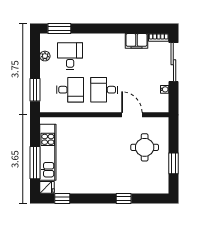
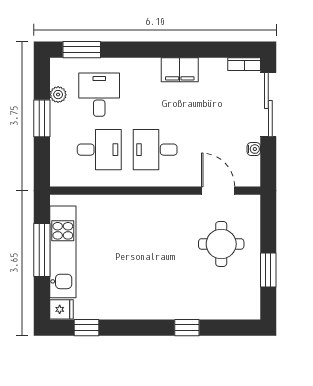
filing cabinet: (137, 41) -> (180, 70), moved
window: (35, 90) -> (42, 118), moved
door: (132, 115) -> (218, 191), moved
window: (35, 163) -> (42, 250), moved

